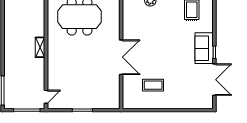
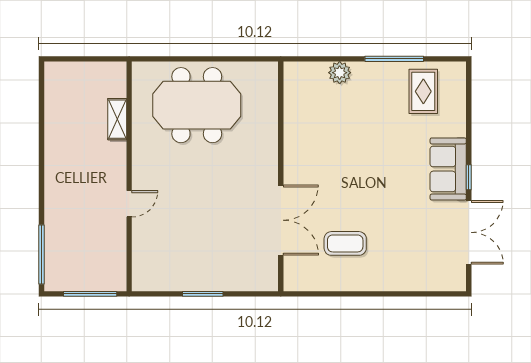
shelving: (40, 47) -> (117, 119), moved
double door: (121, 57) -> (281, 220), moved
door: (46, 97) -> (129, 204), moved

